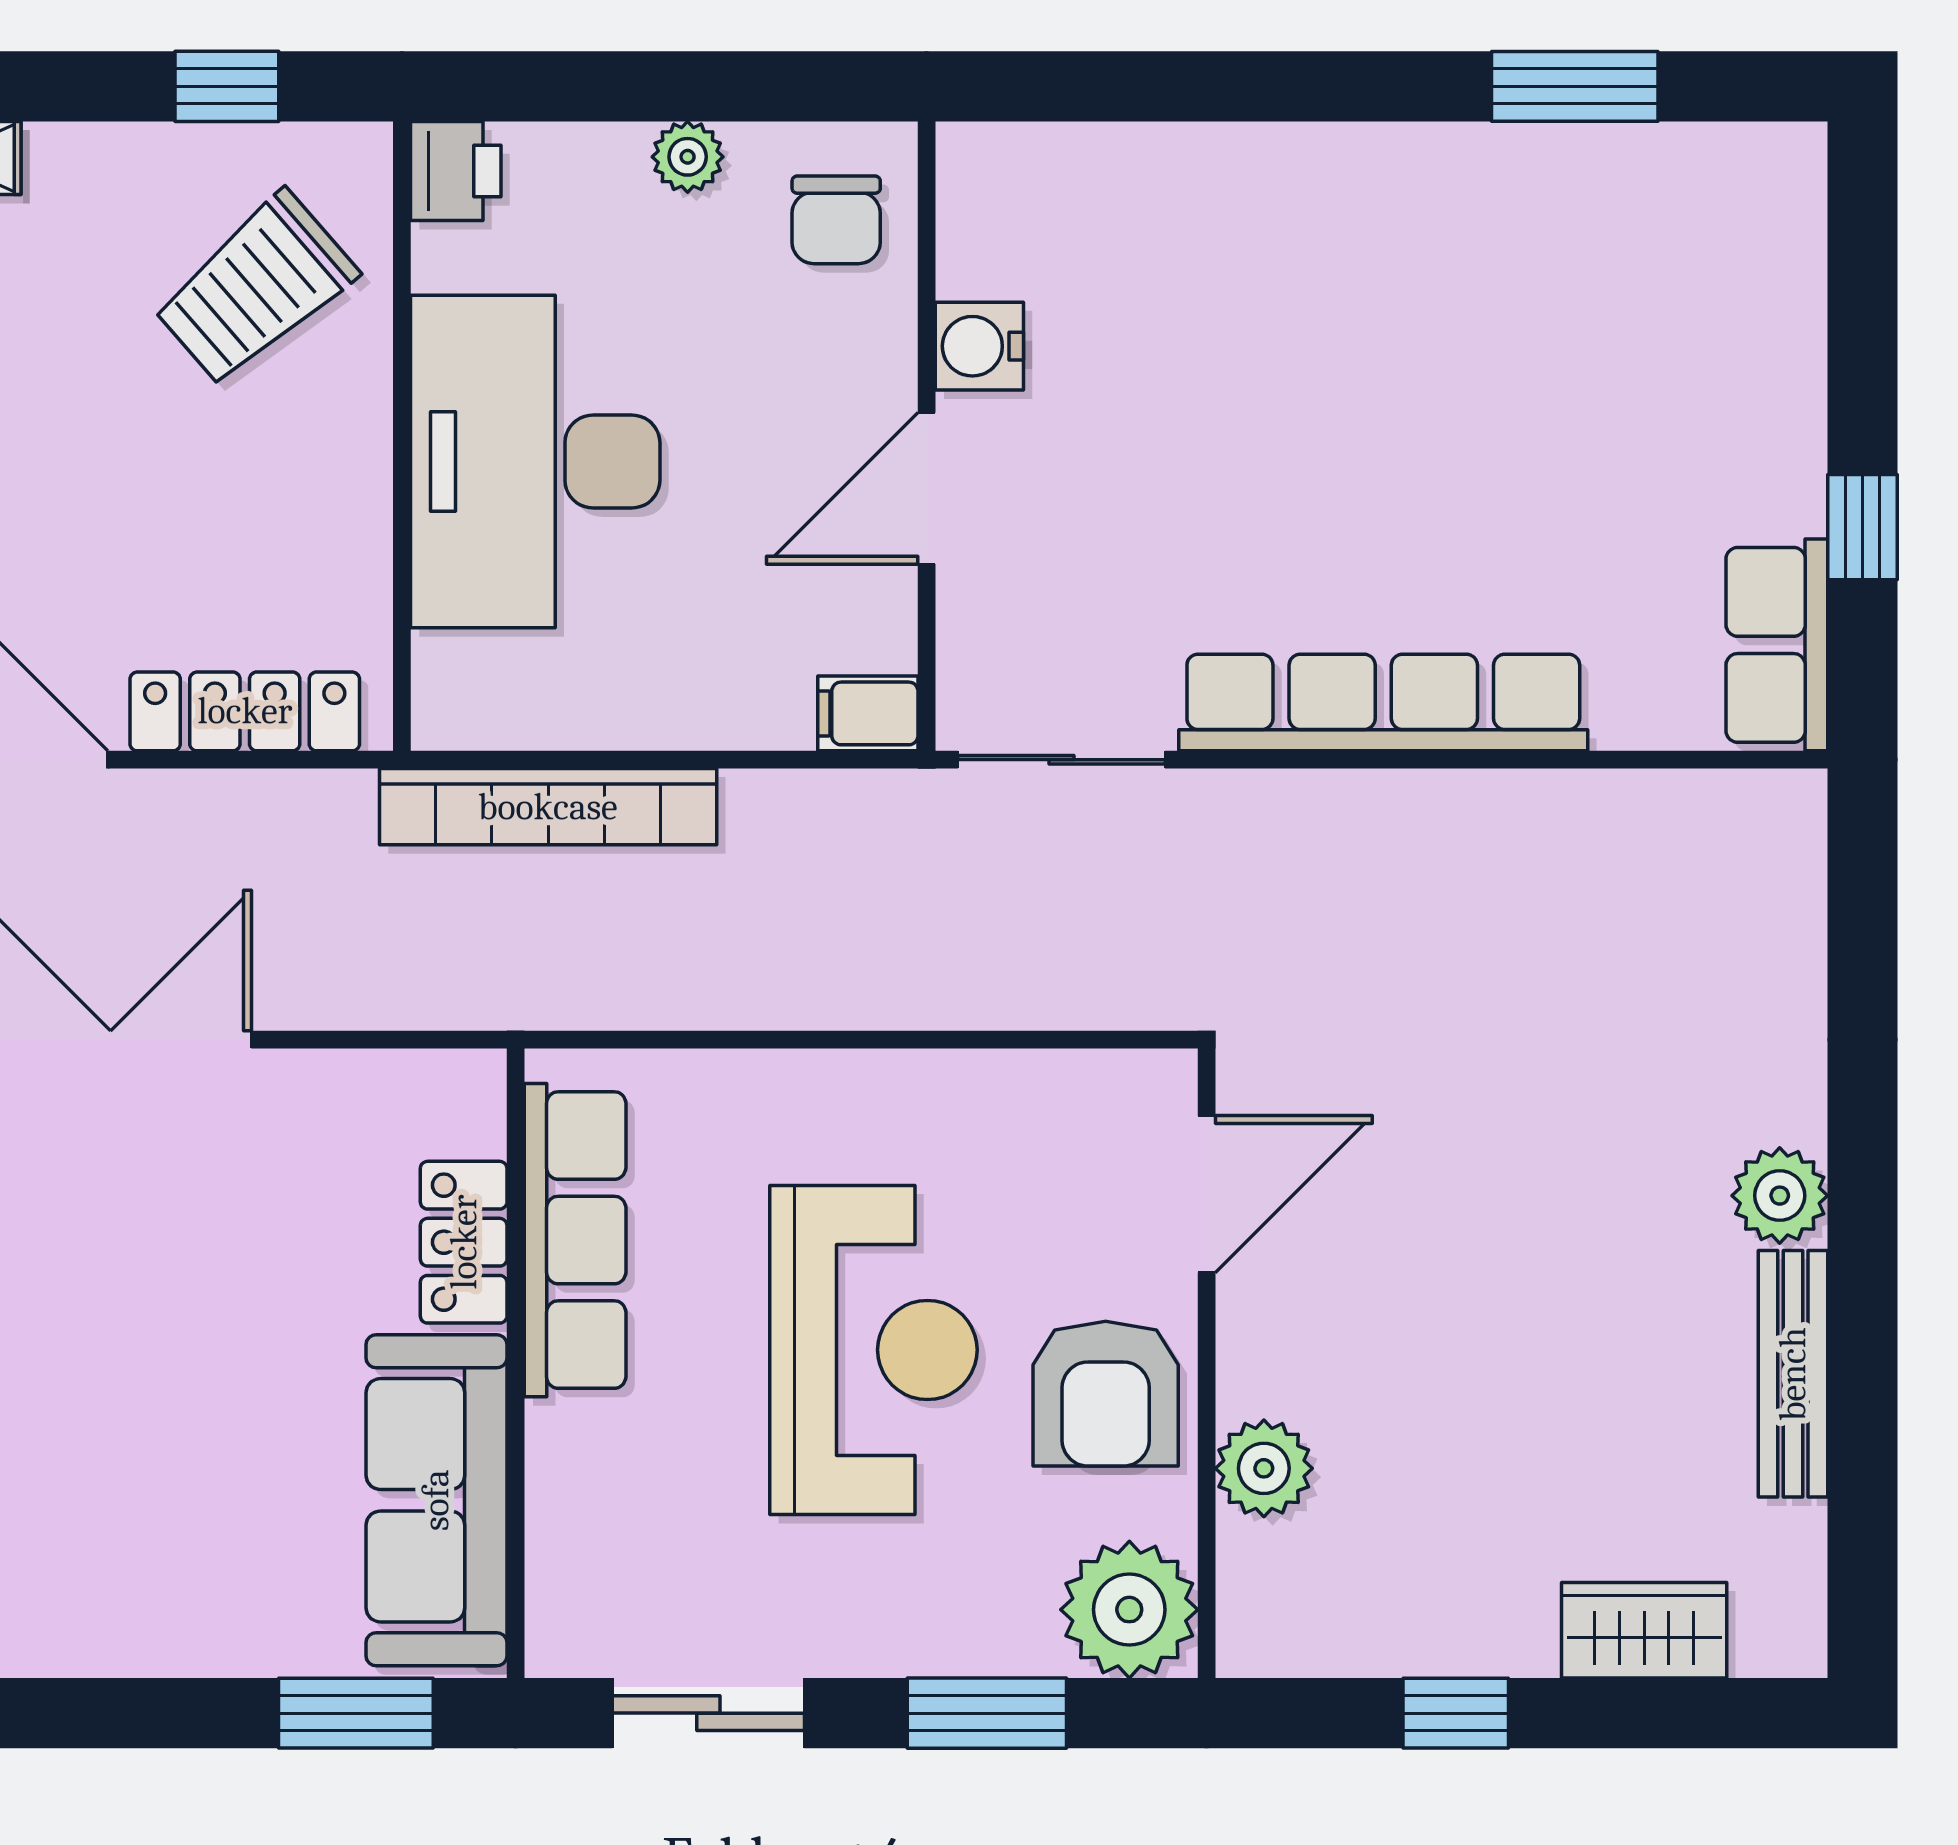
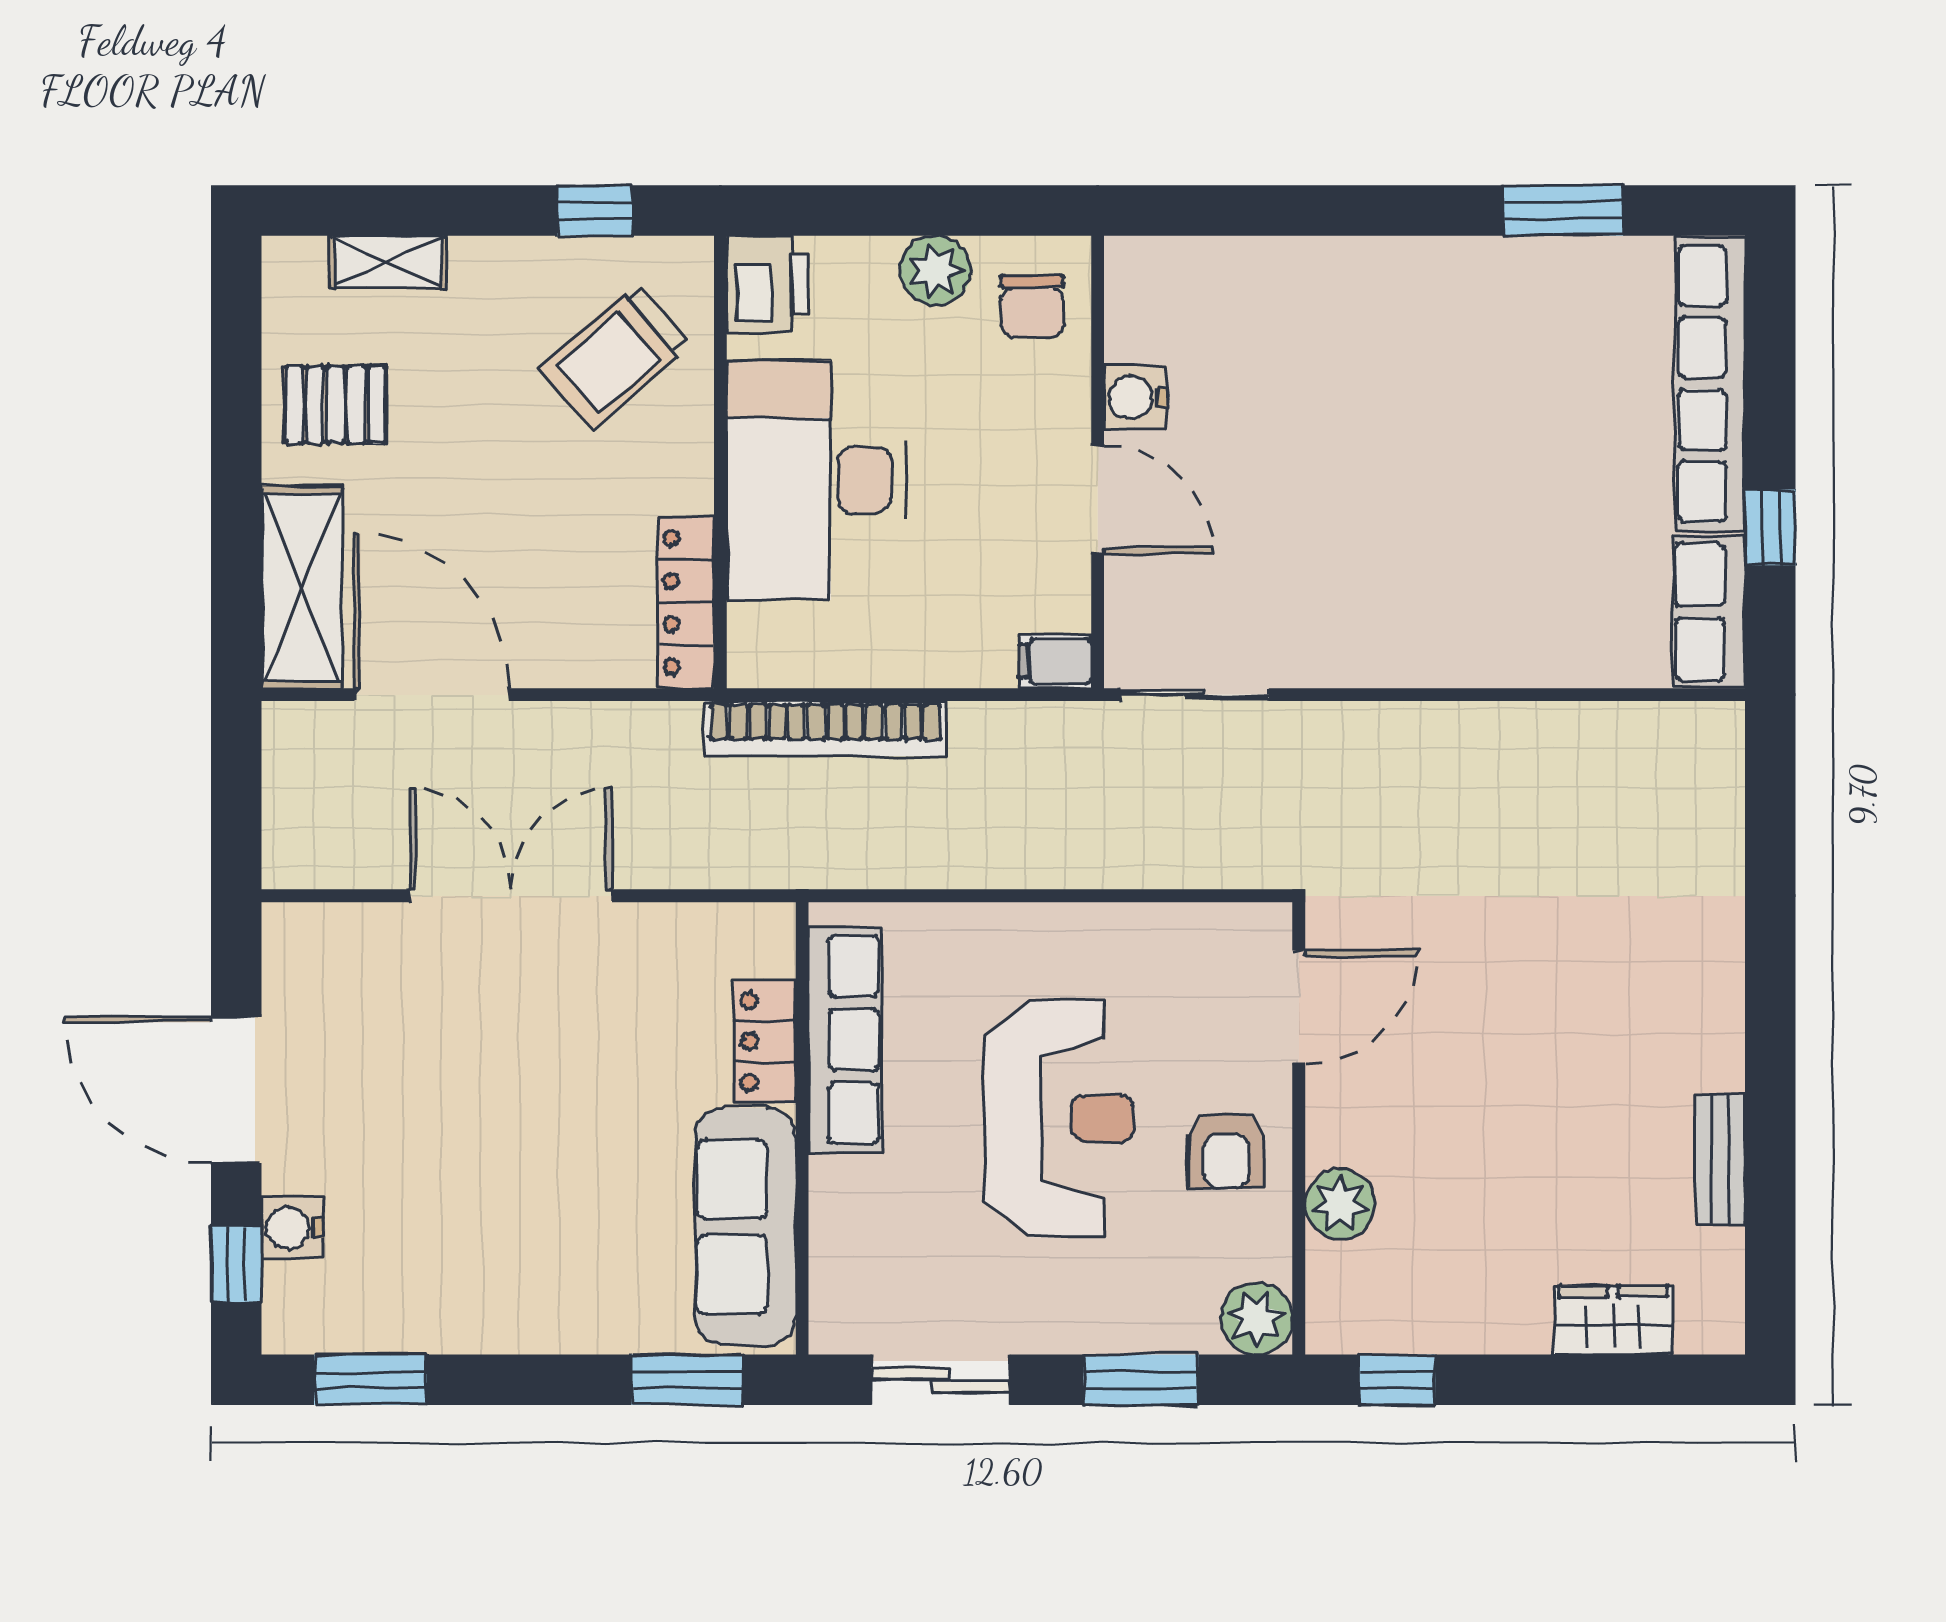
plant: (688, 157) -> (935, 271), width x1.38, depth x1.38
printer: (456, 171) -> (767, 284), width x1.36, depth x1.24
door: (927, 488) -> (1098, 500), swing flipped
row of seats: (1383, 703) -> (1710, 384), moved, turned -90
locker: (245, 711) -> (686, 602), moved, turned -90
plant: (1780, 1196) -> (1711, 1008), removed
bench: (1793, 1374) -> (1720, 1160), width x0.73
armchair: (1106, 1394) -> (1226, 1150), width x0.72, depth x0.72
plant: (1129, 1610) -> (1256, 1319), width x0.73, depth x0.73
window: (1456, 1713) -> (1397, 1380), moved

